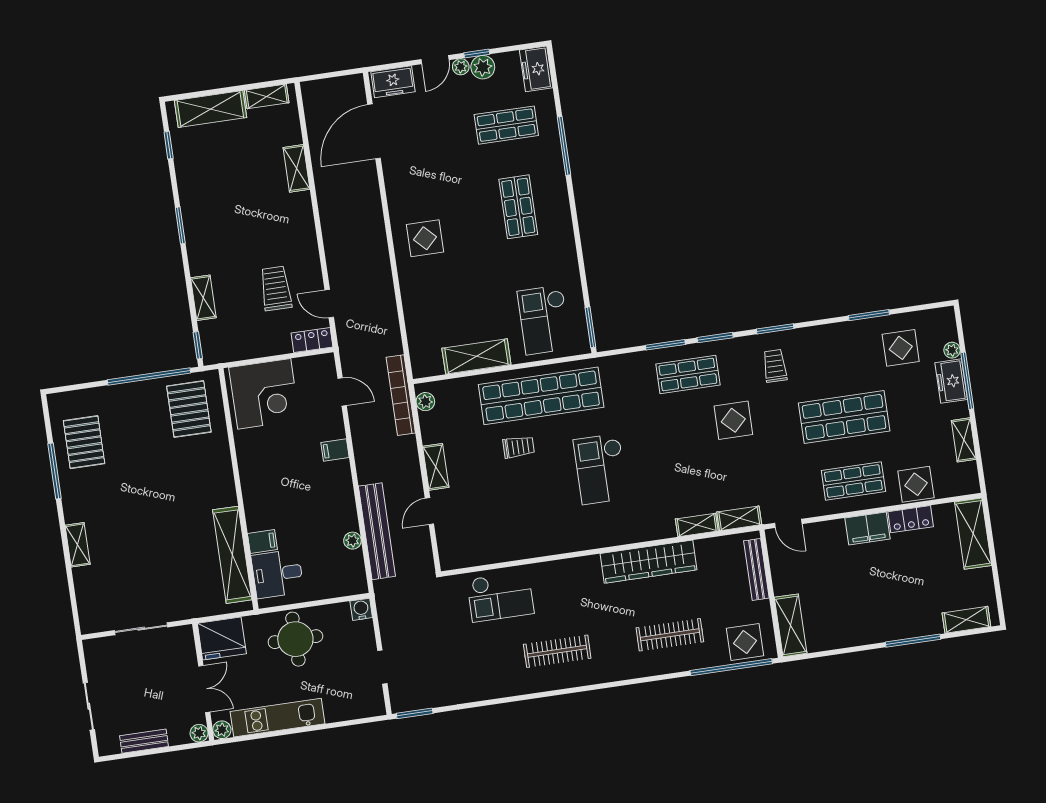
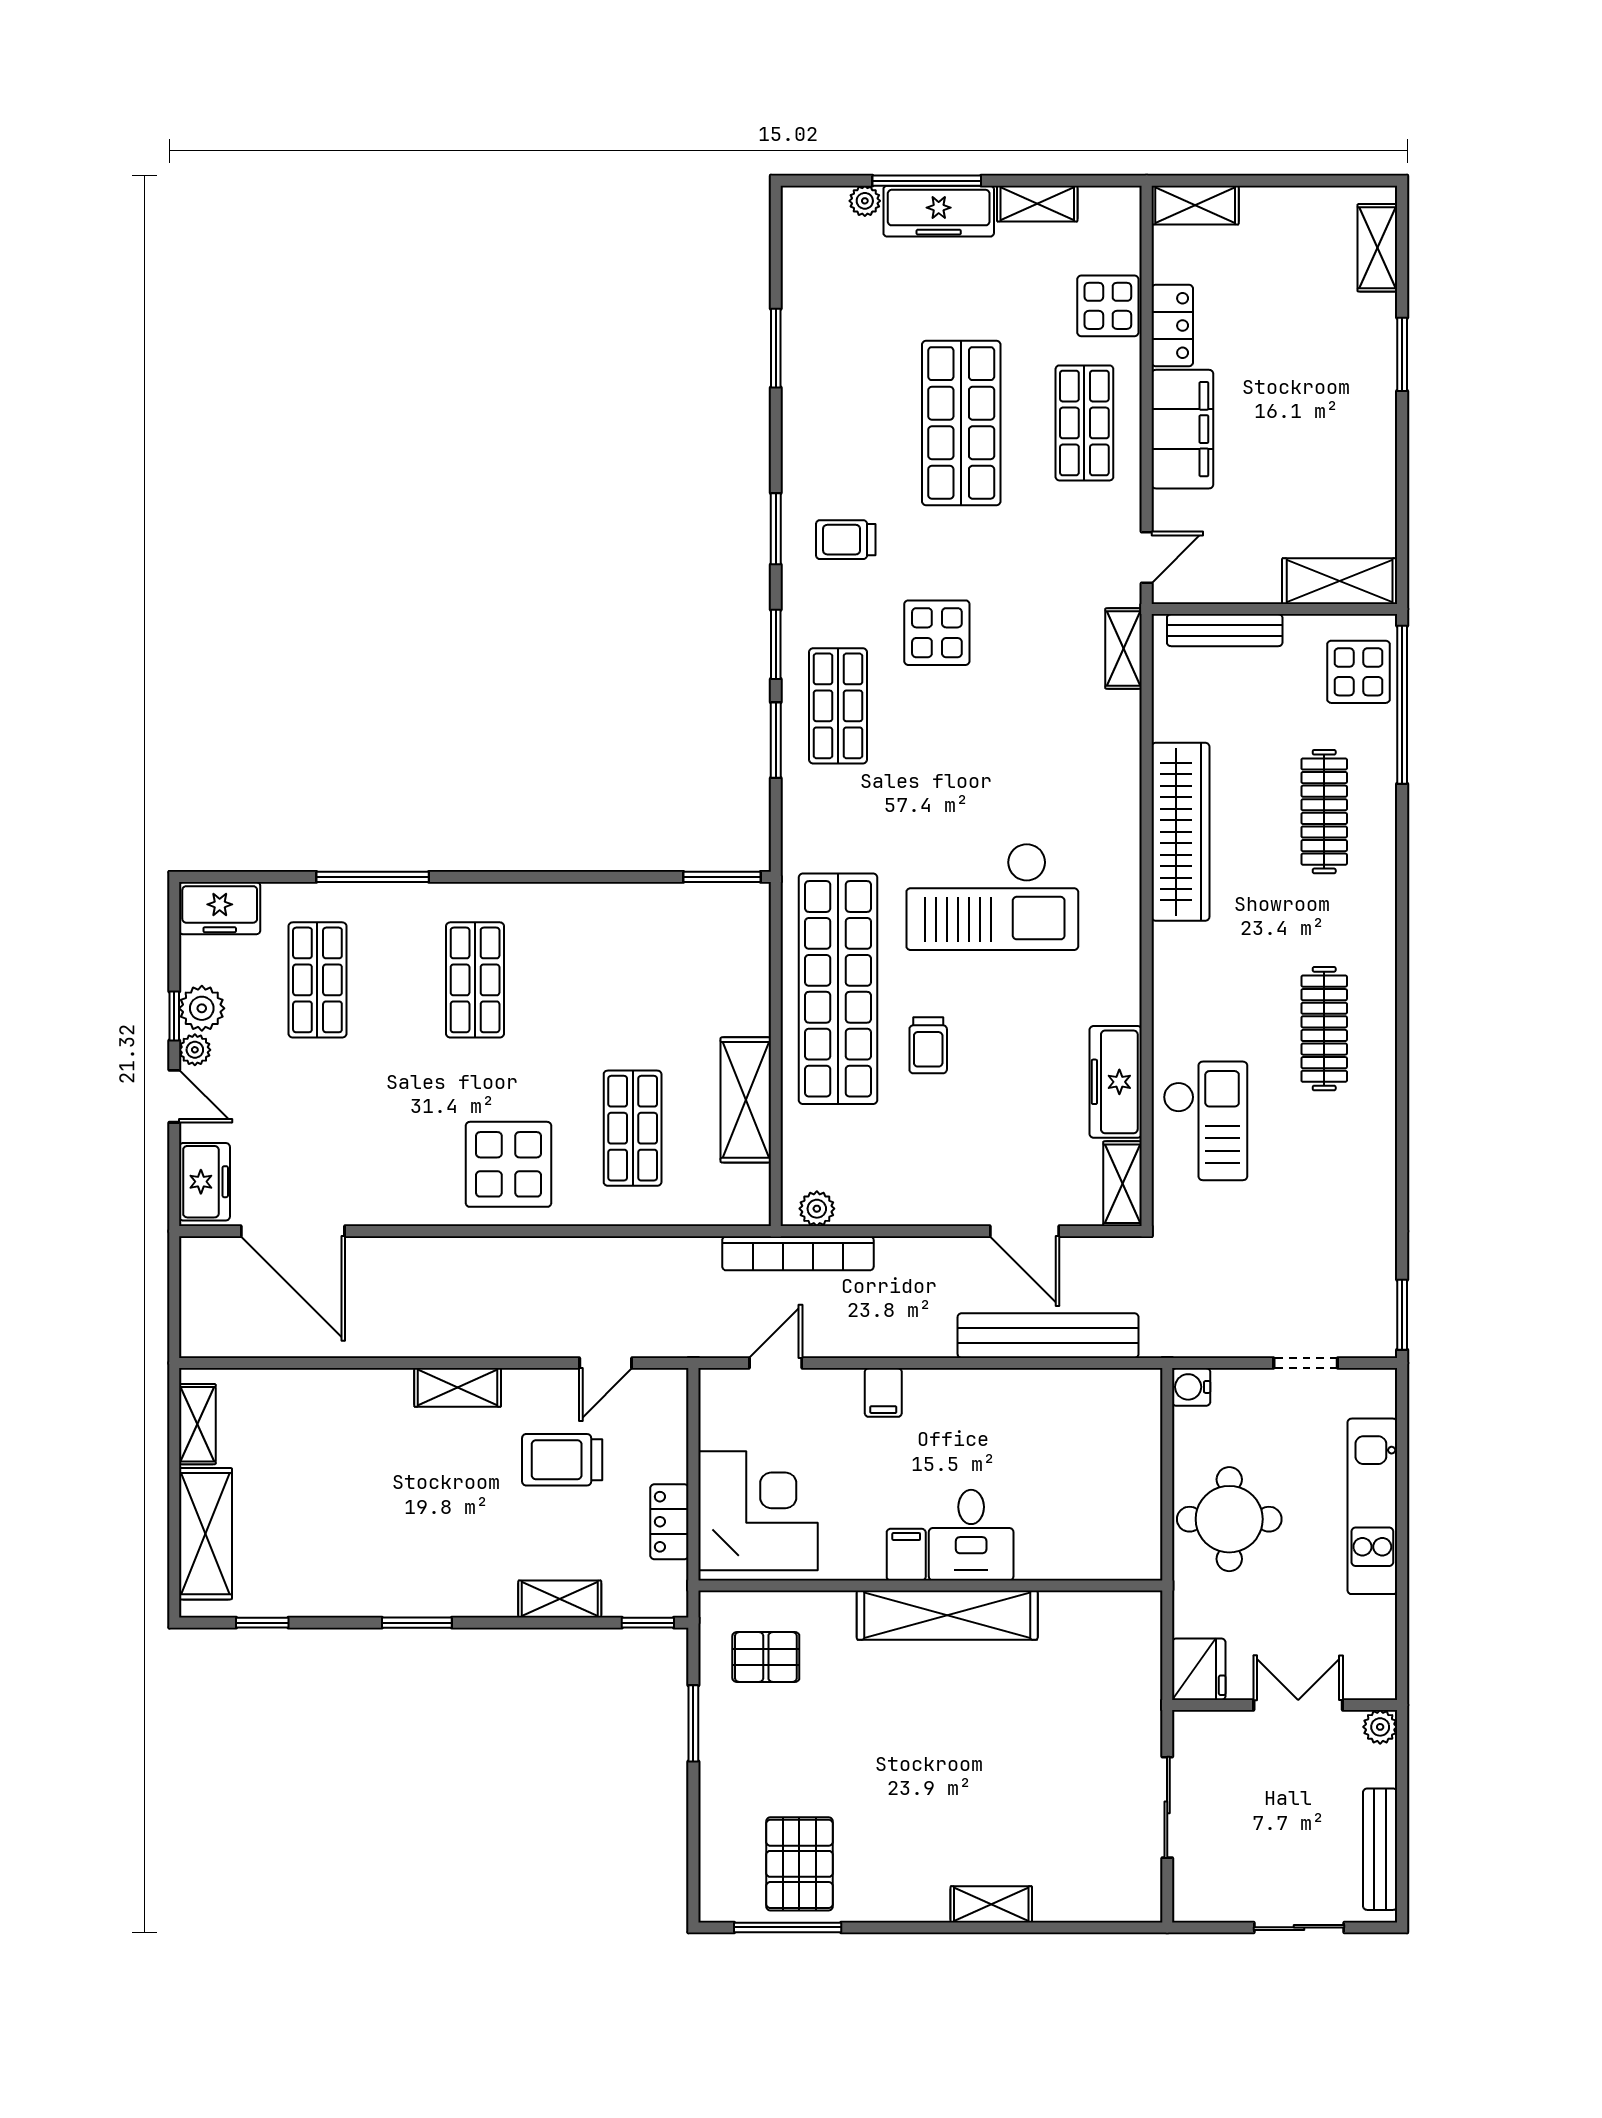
shelving: (297, 168) -> (458, 1387), moved
shop shelf: (518, 207) -> (475, 980), turned 90
display table: (425, 238) -> (509, 1164), width x1.36, depth x1.36
shop shelf: (453, 300) -> (633, 1128), added
checkout: (544, 320) -> (695, 962), removed
locker: (312, 340) -> (669, 1522), moved
display table: (901, 348) -> (846, 297), removed
window: (149, 376) -> (693, 1723), width x0.47
freezer: (951, 381) -> (939, 211), width x1.40
pallet: (189, 409) -> (766, 1657), width x0.67, depth x0.71
pallet: (84, 442) -> (799, 1864), turned 90
trolley: (519, 447) -> (928, 1045), turned 180
shelving: (436, 467) -> (1123, 1184), moved, turned 90
checkout: (601, 469) -> (992, 897), width x1.36, depth x1.21
window: (55, 471) -> (788, 1927), moved
door: (429, 511) -> (1025, 1231), width x1.38
shelving: (697, 525) -> (1124, 731), removed
filing cabinet: (868, 528) -> (1182, 429), width x1.50, depth x1.17
shelving: (973, 534) -> (1195, 205), width x0.67, depth x0.75
plant: (352, 541) -> (1059, 1384), removed
filing cabinet: (262, 542) -> (906, 1555), moved
freezer: (514, 547) -> (1116, 1082), added
shelving: (232, 555) -> (947, 1615), moved
desk: (277, 574) -> (971, 1535), moved
fridge: (222, 638) -> (1199, 1669), width x0.73, depth x0.75
window: (913, 641) -> (1402, 354), width x0.69
kitchen unit: (277, 718) -> (1372, 1506), moved
plant: (222, 730) -> (1380, 1683), removed
bench: (144, 741) -> (1380, 1849), width x1.36

